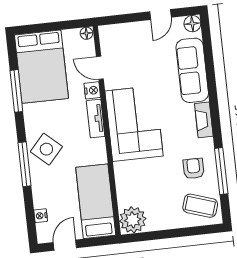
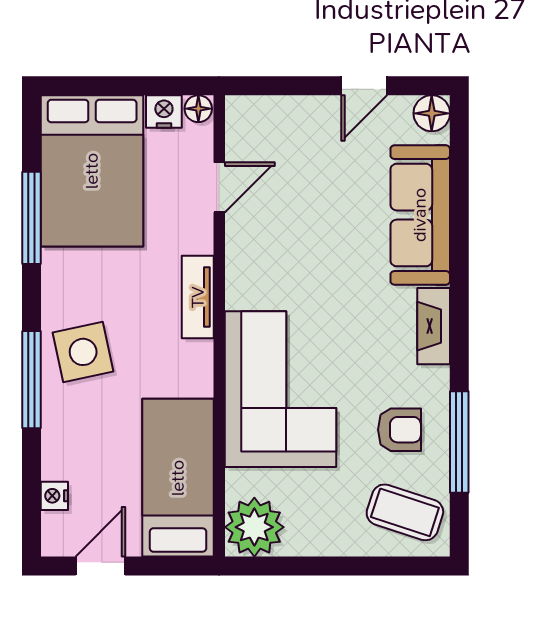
door: (100, 68) -> (219, 187), swing flipped
nightstand: (92, 90) -> (164, 111), moved, turned -90
corner sofa: (134, 123) -> (280, 389), moved
side table: (46, 149) -> (83, 352), turned 36
armchair: (194, 169) -> (399, 430), turned 90

